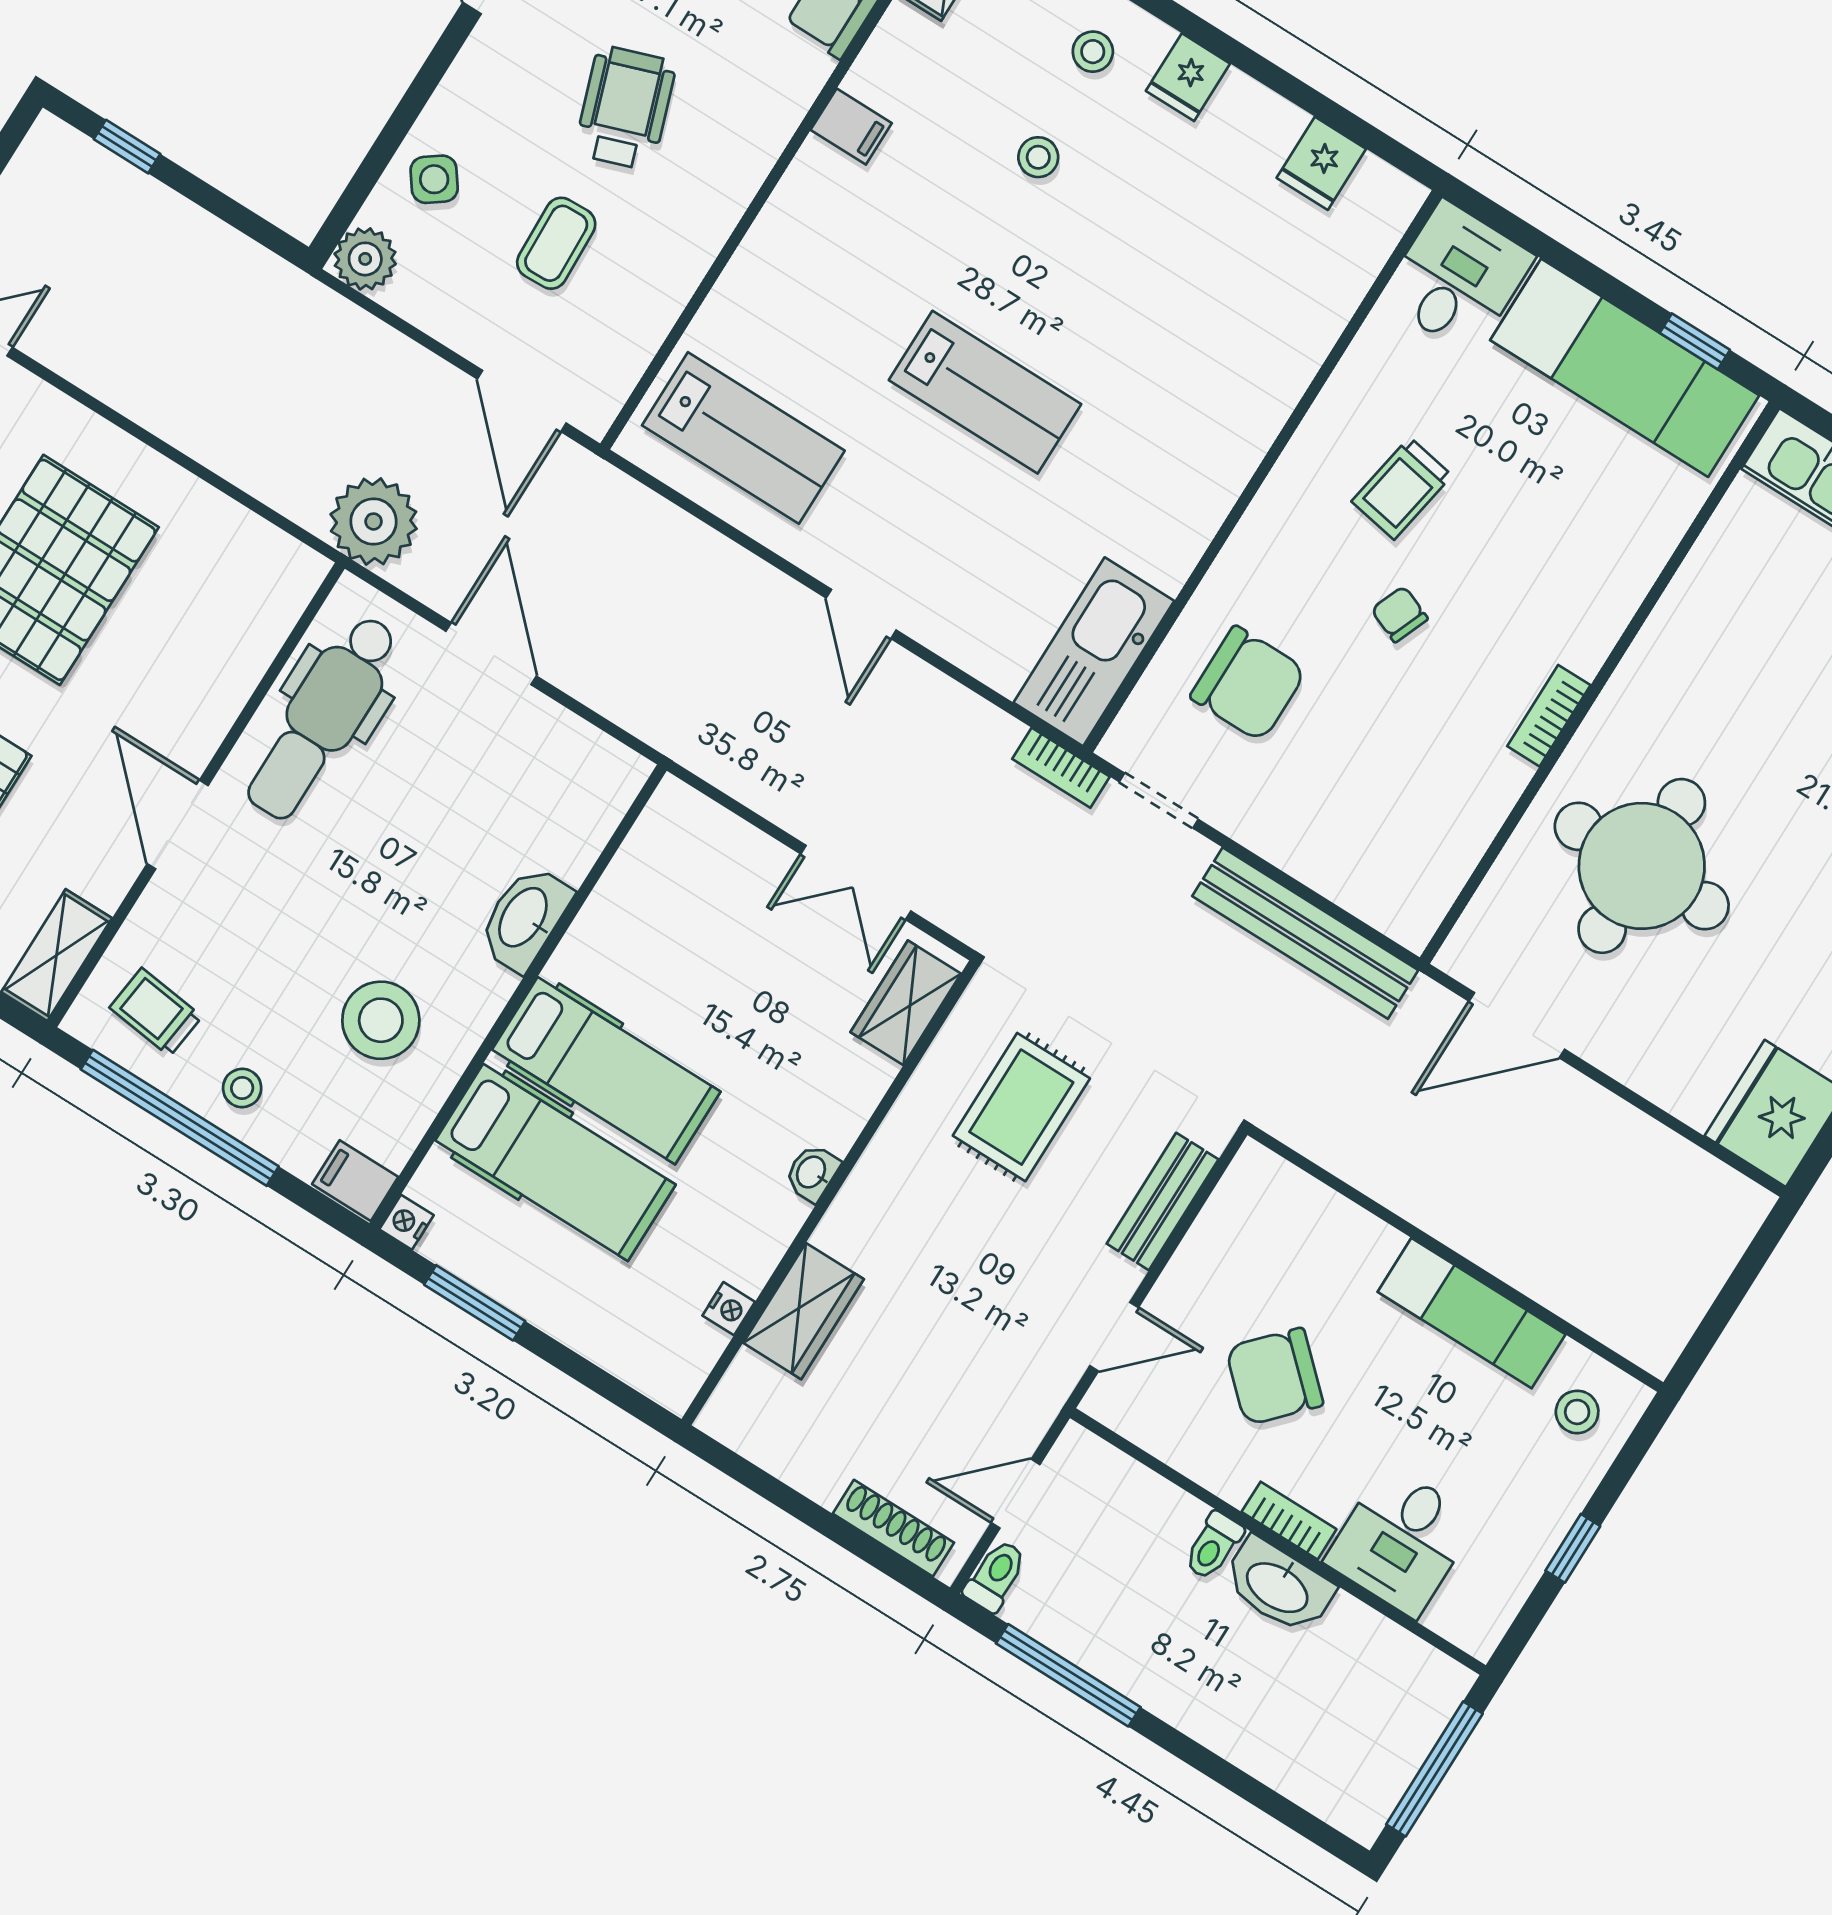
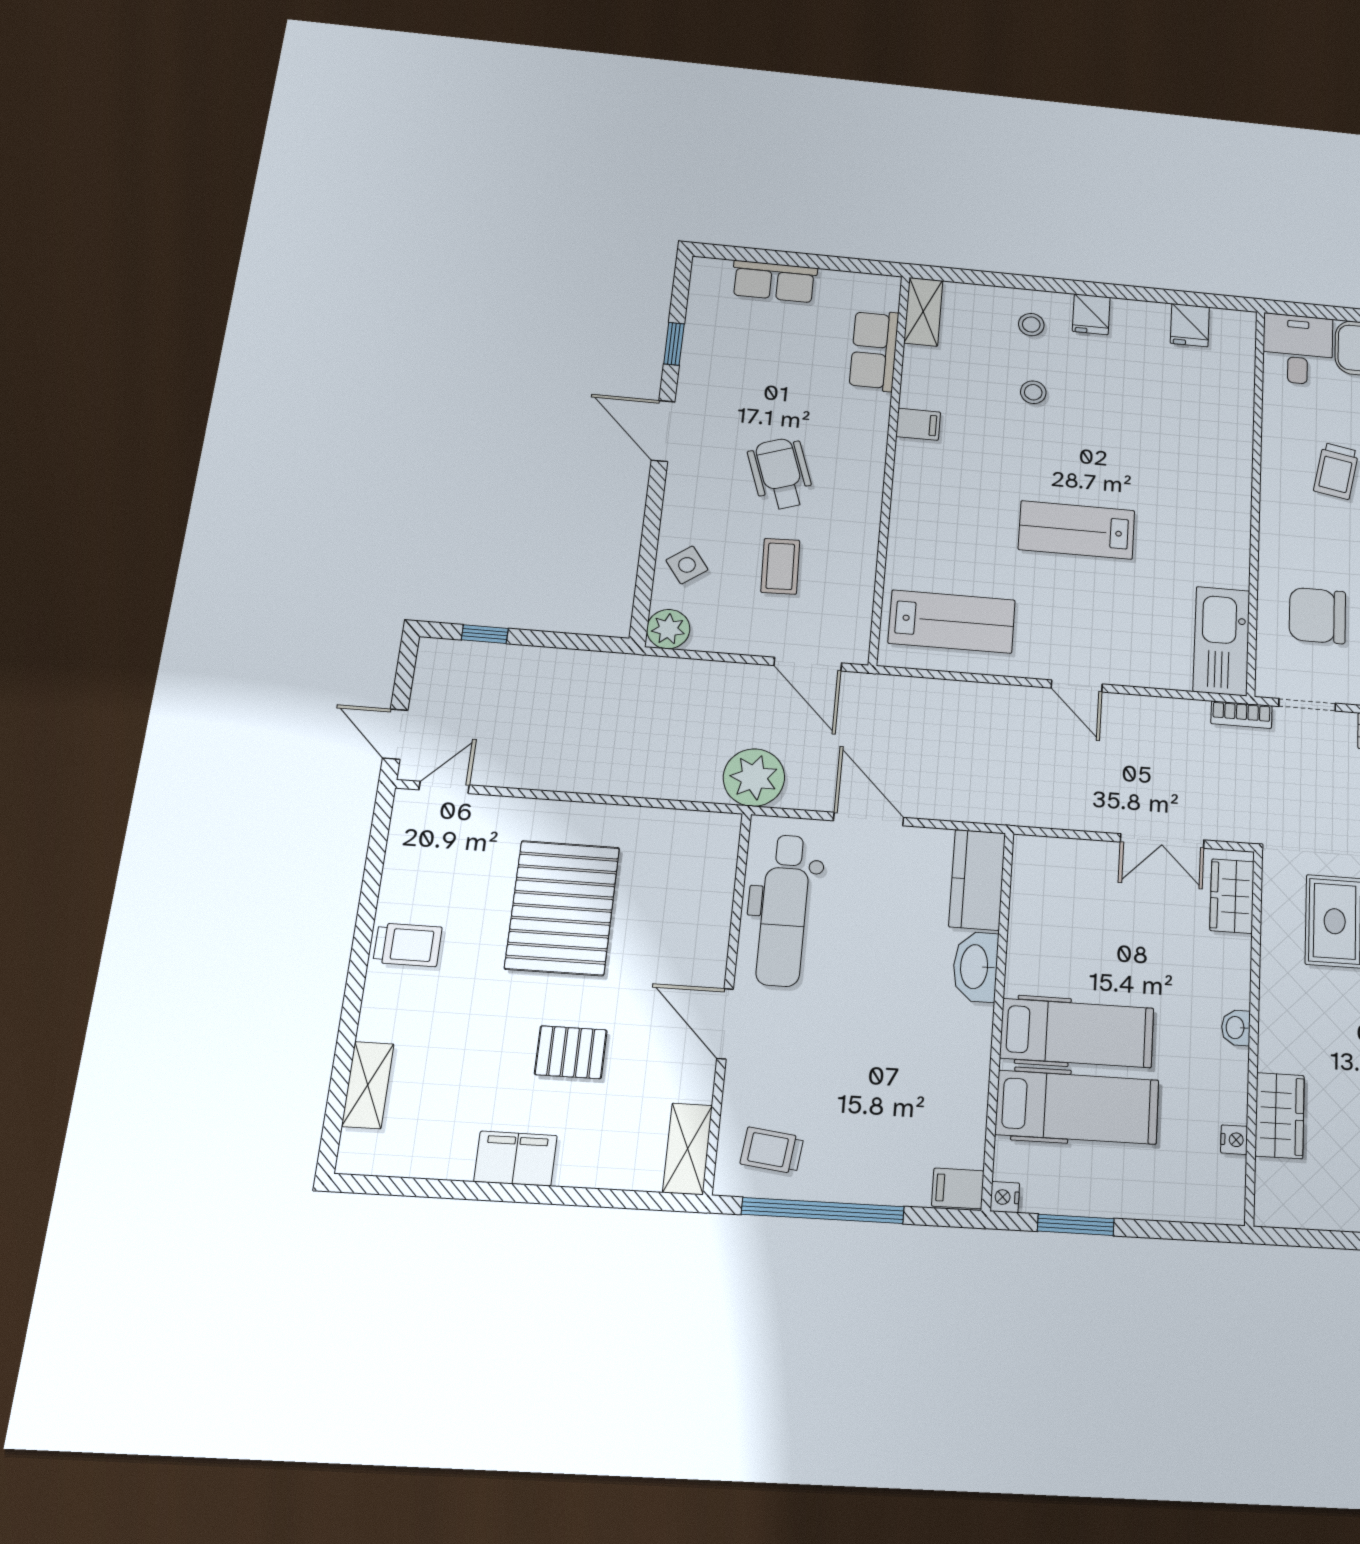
lab bench: (985, 392) -> (1077, 530), turned 180
chair: (1248, 684) -> (1317, 616), turned 180
kitchen counter: (588, 807) -> (977, 880), added
stool: (381, 1020) -> (920, 1078), removed
stool: (242, 1088) -> (854, 1169), removed

